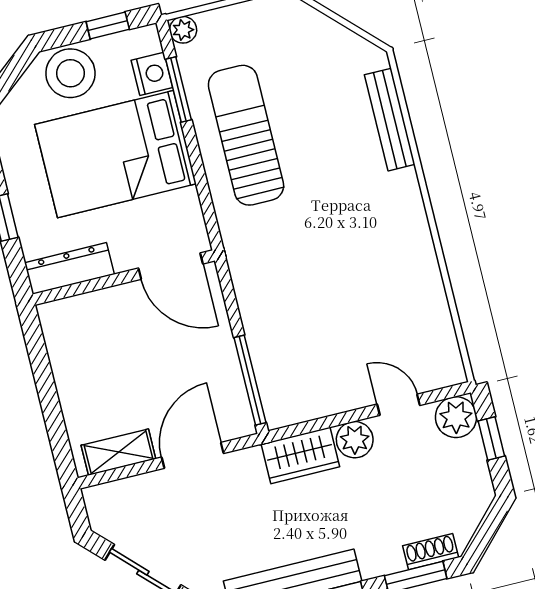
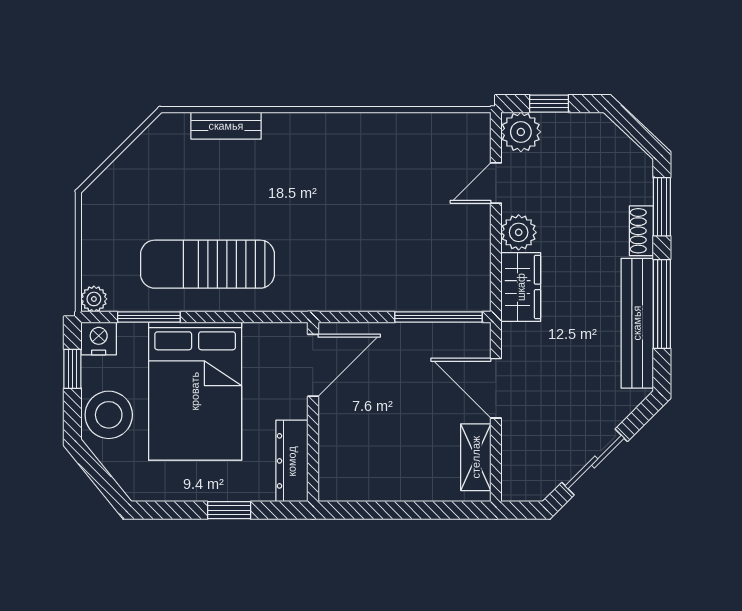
nightstand: (152, 74) -> (99, 338), moved
bench: (390, 120) -> (226, 126), width x0.73
shoe rack: (431, 552) -> (641, 231), moved

